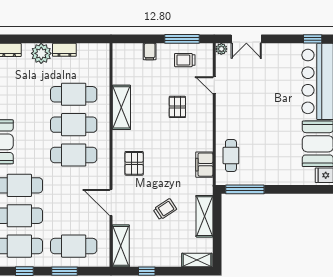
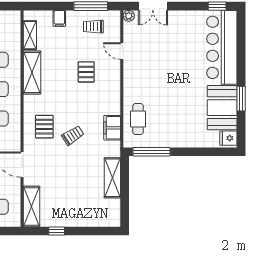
trolley: (165, 209) -> (73, 135), moved
shelving: (197, 260) -> (30, 35), moved, turned 90

